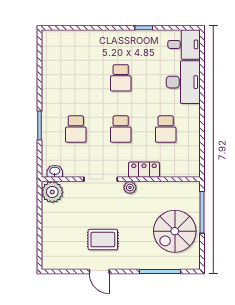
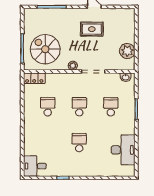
desk: (183, 82) -> (123, 150), moved, turned 180
locker: (144, 170) -> (34, 78), moved
plant: (52, 192) -> (127, 51), moved
spiral stairs: (175, 231) -> (45, 49), moved, turned -90

